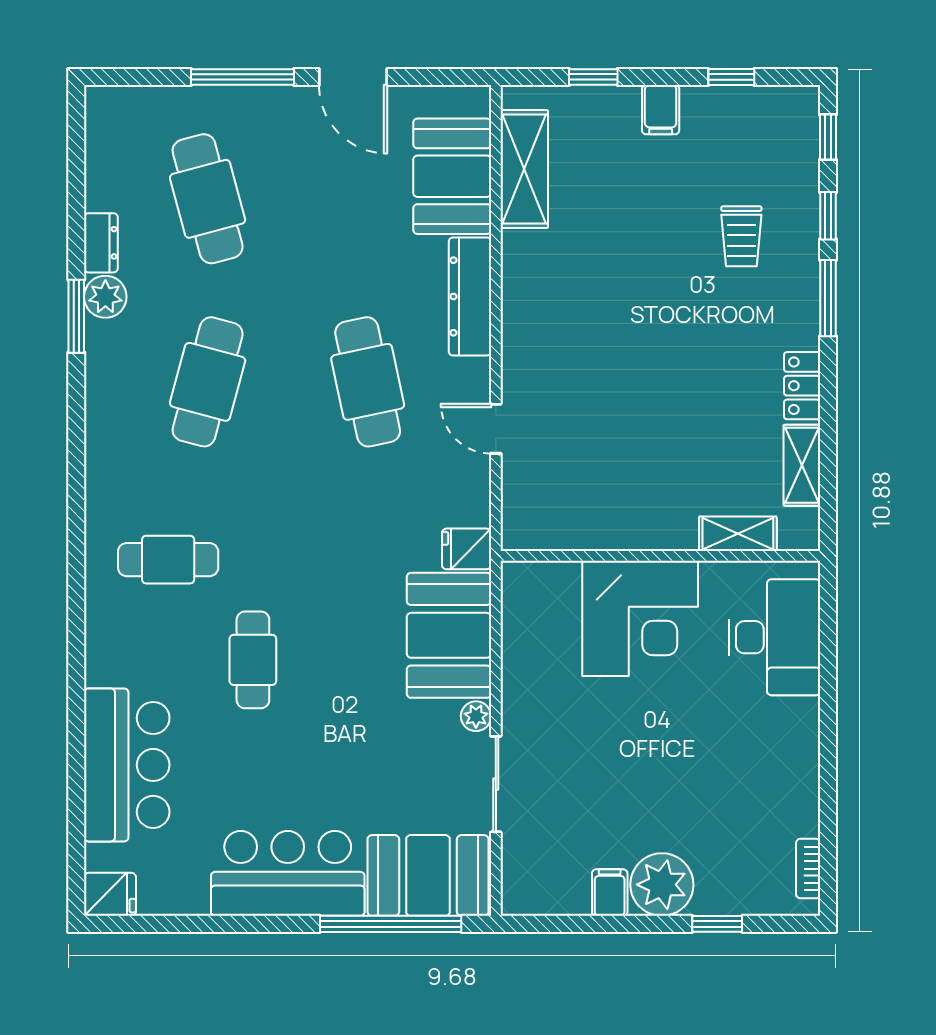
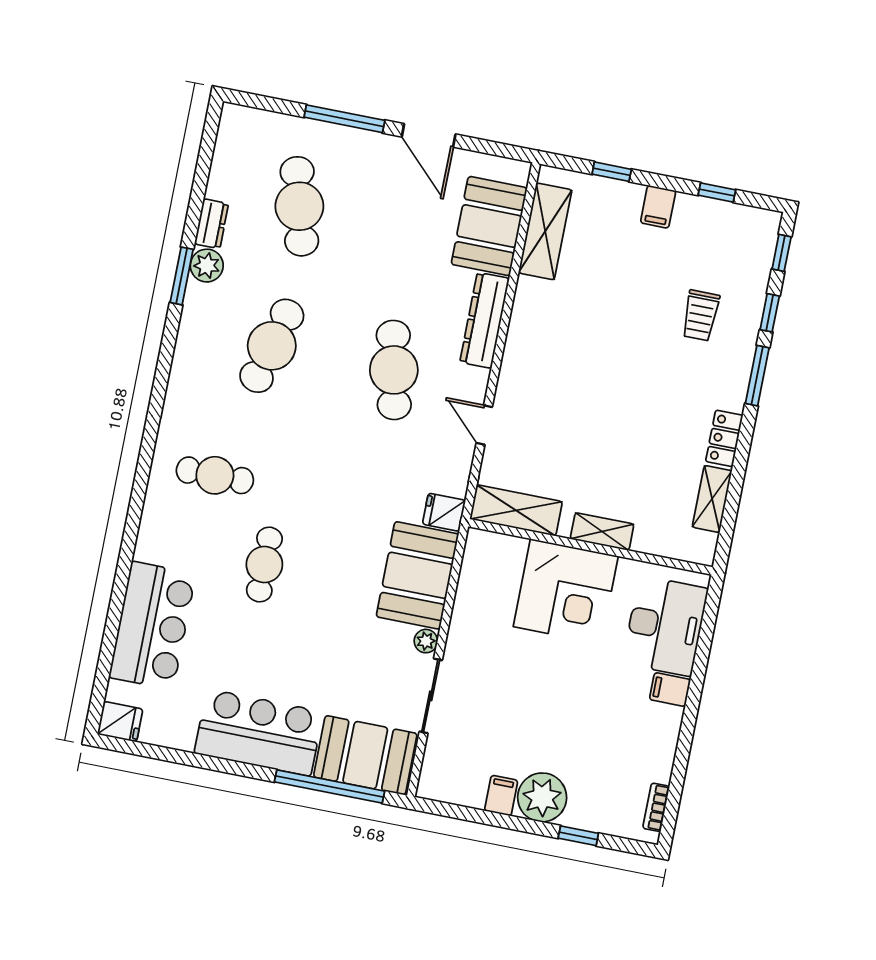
shelving: (557, 529) -> (516, 510), added
shelving: (738, 534) -> (602, 532), moved
filing cabinet: (796, 716) -> (670, 690), added

